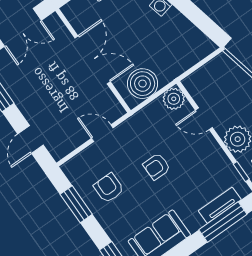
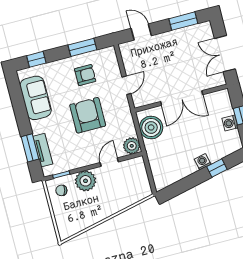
armchair: (157, 167) -> (88, 115), width x1.88, depth x1.88
window: (223, 222) -> (30, 148), width x0.69

